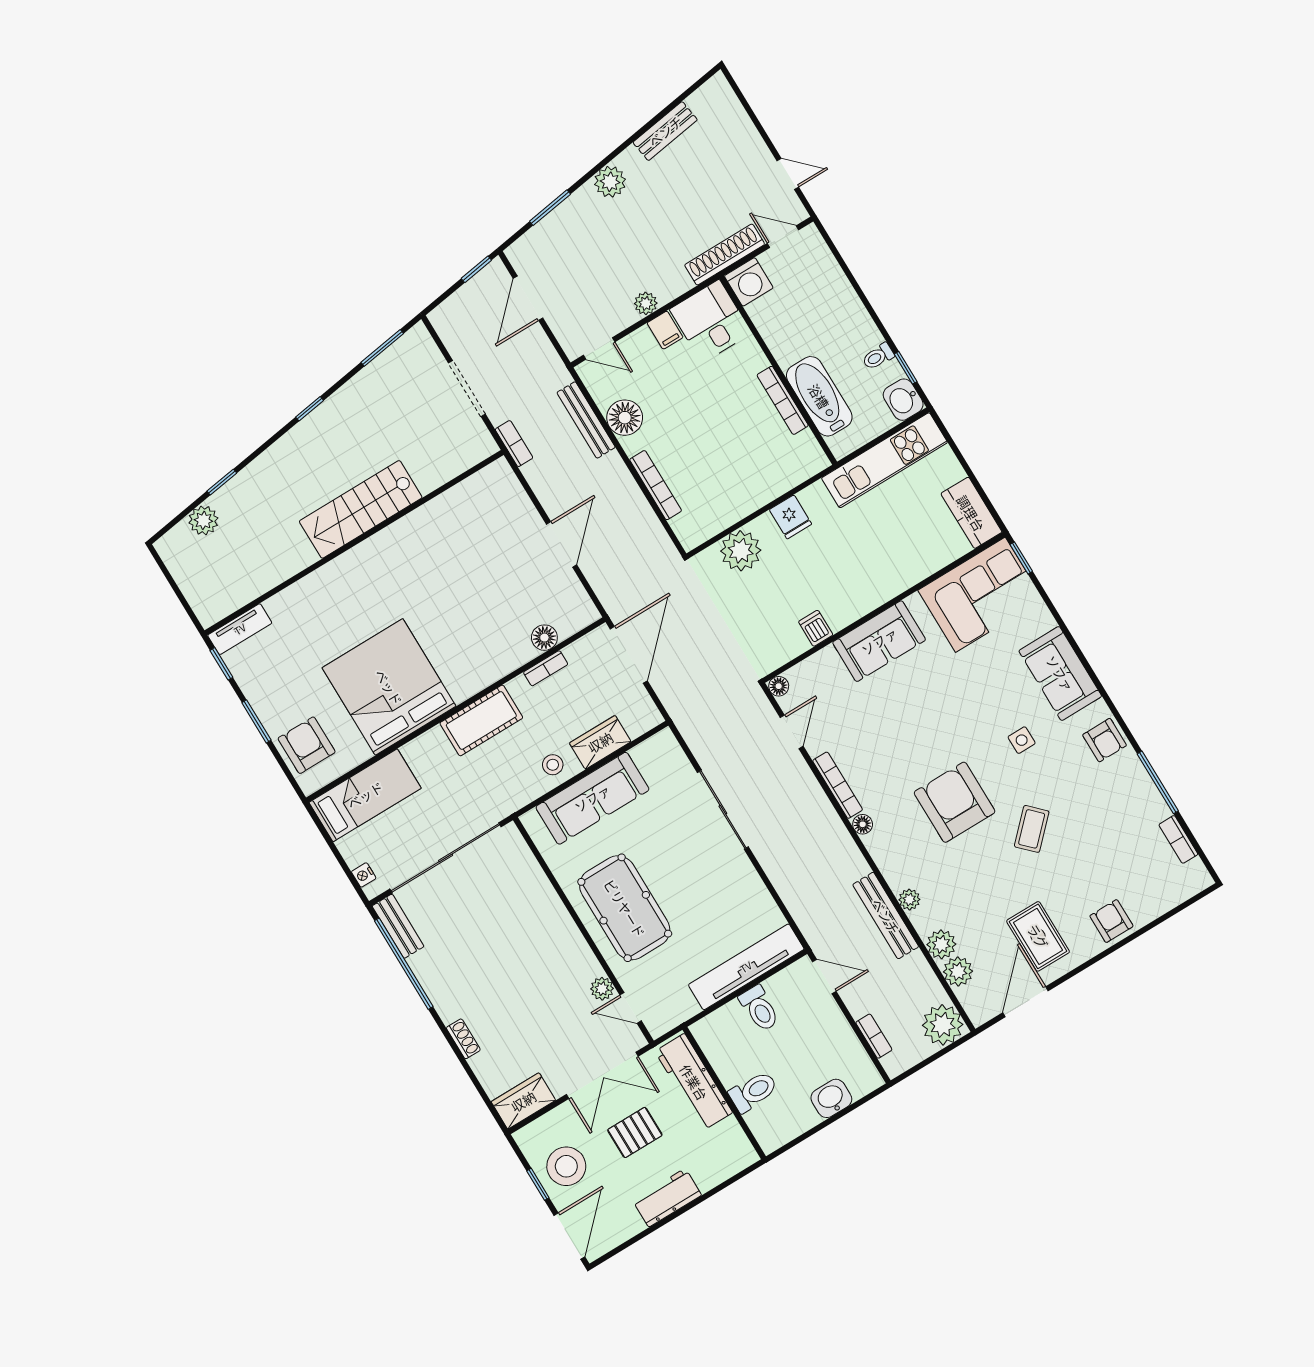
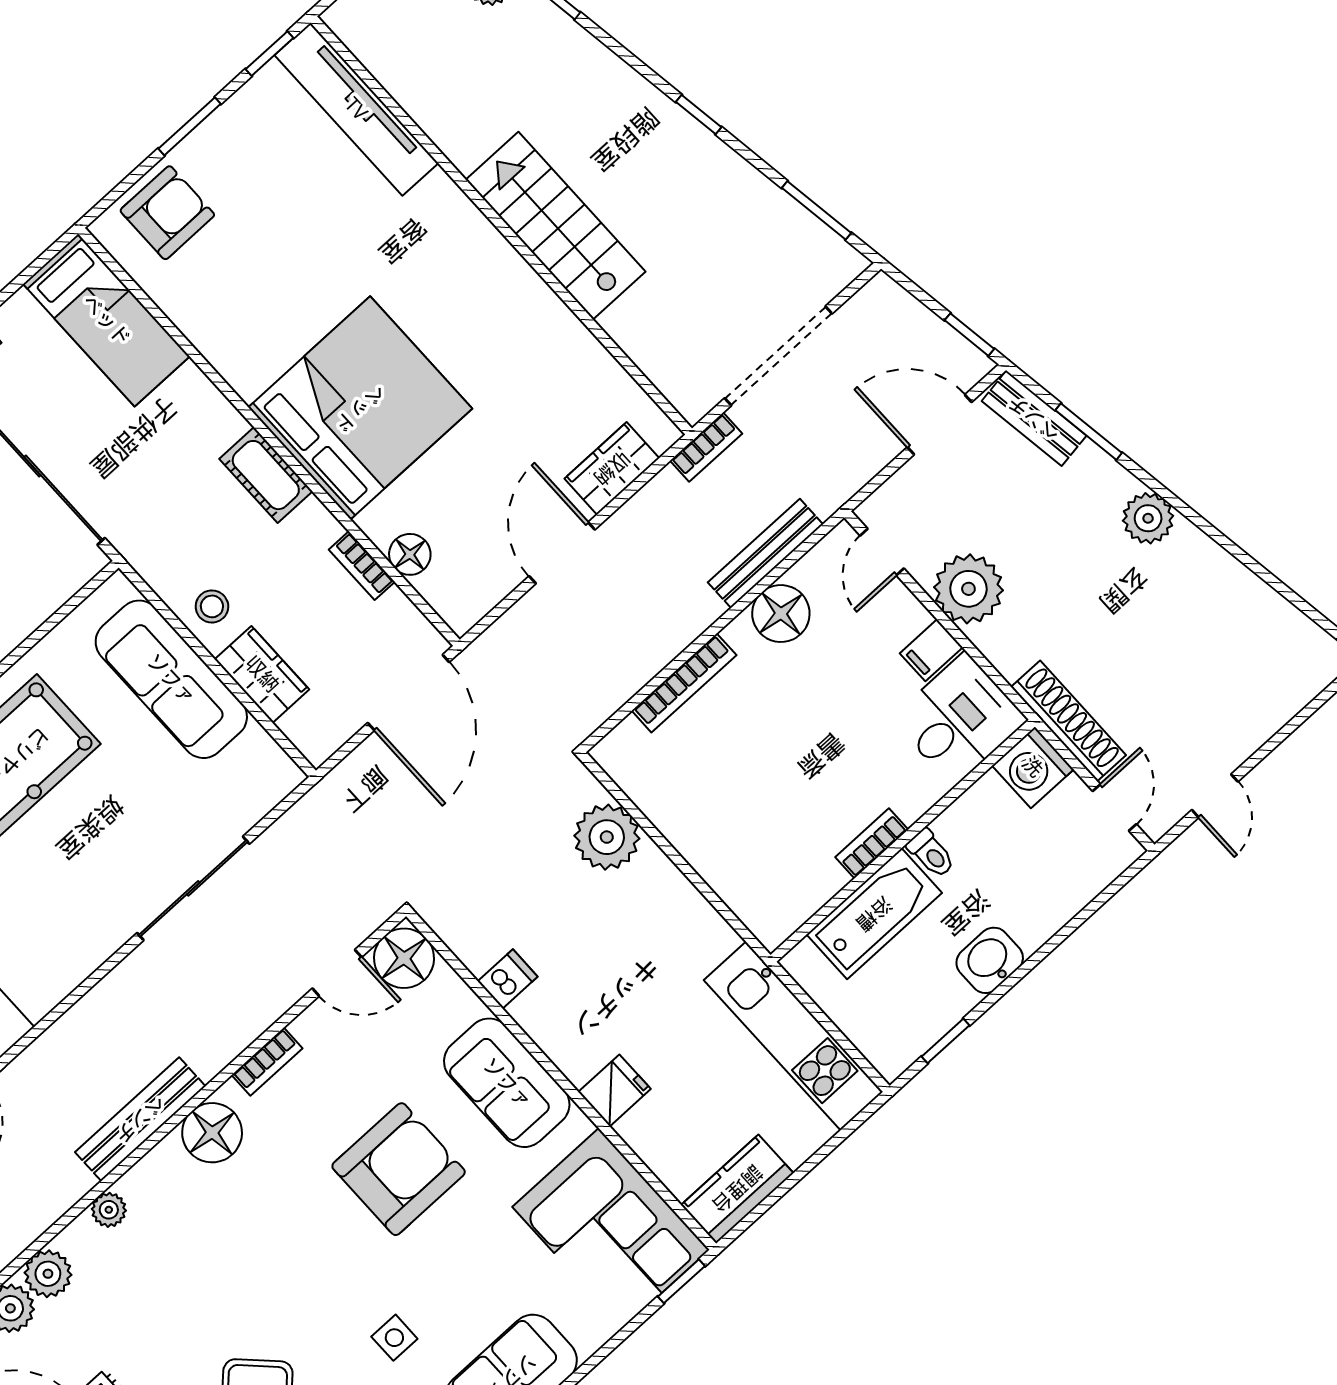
bench: (665, 131) -> (1034, 418), moved
plant: (646, 303) -> (968, 589), width x1.88, depth x1.88
toilet: (878, 356) -> (931, 853), moved, turned 180
doorway: (467, 389) -> (778, 356), width x1.36
bookcase: (783, 400) -> (872, 843), width x0.64
washbasin: (903, 400) -> (990, 960), moved
wardrobe: (516, 504) -> (612, 468), added
fridge: (790, 517) -> (614, 1090), moved, turned 180
door: (562, 544) -> (562, 553), swing flipped
tv unit: (240, 629) -> (356, 109), width x1.92, depth x1.29
door: (629, 655) -> (408, 693), hinge flipped
floor lamp: (779, 686) -> (404, 958), width x1.89, depth x1.89
bed: (389, 687) -> (360, 408), moved
cot: (481, 720) -> (266, 475), width x0.73, depth x0.75
bookcase: (838, 785) -> (267, 1062), width x0.64
armchair: (955, 802) -> (399, 1169), moved
floor lamp: (863, 824) -> (212, 1133), width x1.89, depth x1.89
bench: (886, 916) -> (140, 1119), moved

